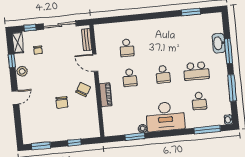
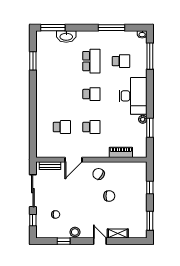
shelving: (18, 43) -> (118, 234), moved
window: (228, 51) -> (53, 28), moved
piano: (106, 95) -> (121, 152), moved

